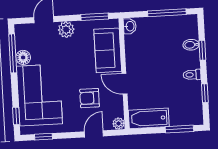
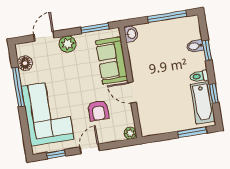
window: (13, 53) -> (18, 87), moved
floor lamp: (23, 57) -> (25, 63), moved
armchair: (89, 98) -> (98, 111), turned -90
window: (16, 116) -> (26, 136), removed
bathtub: (149, 118) -> (203, 103), moved, turned -90
door: (94, 134) -> (90, 149), moved

